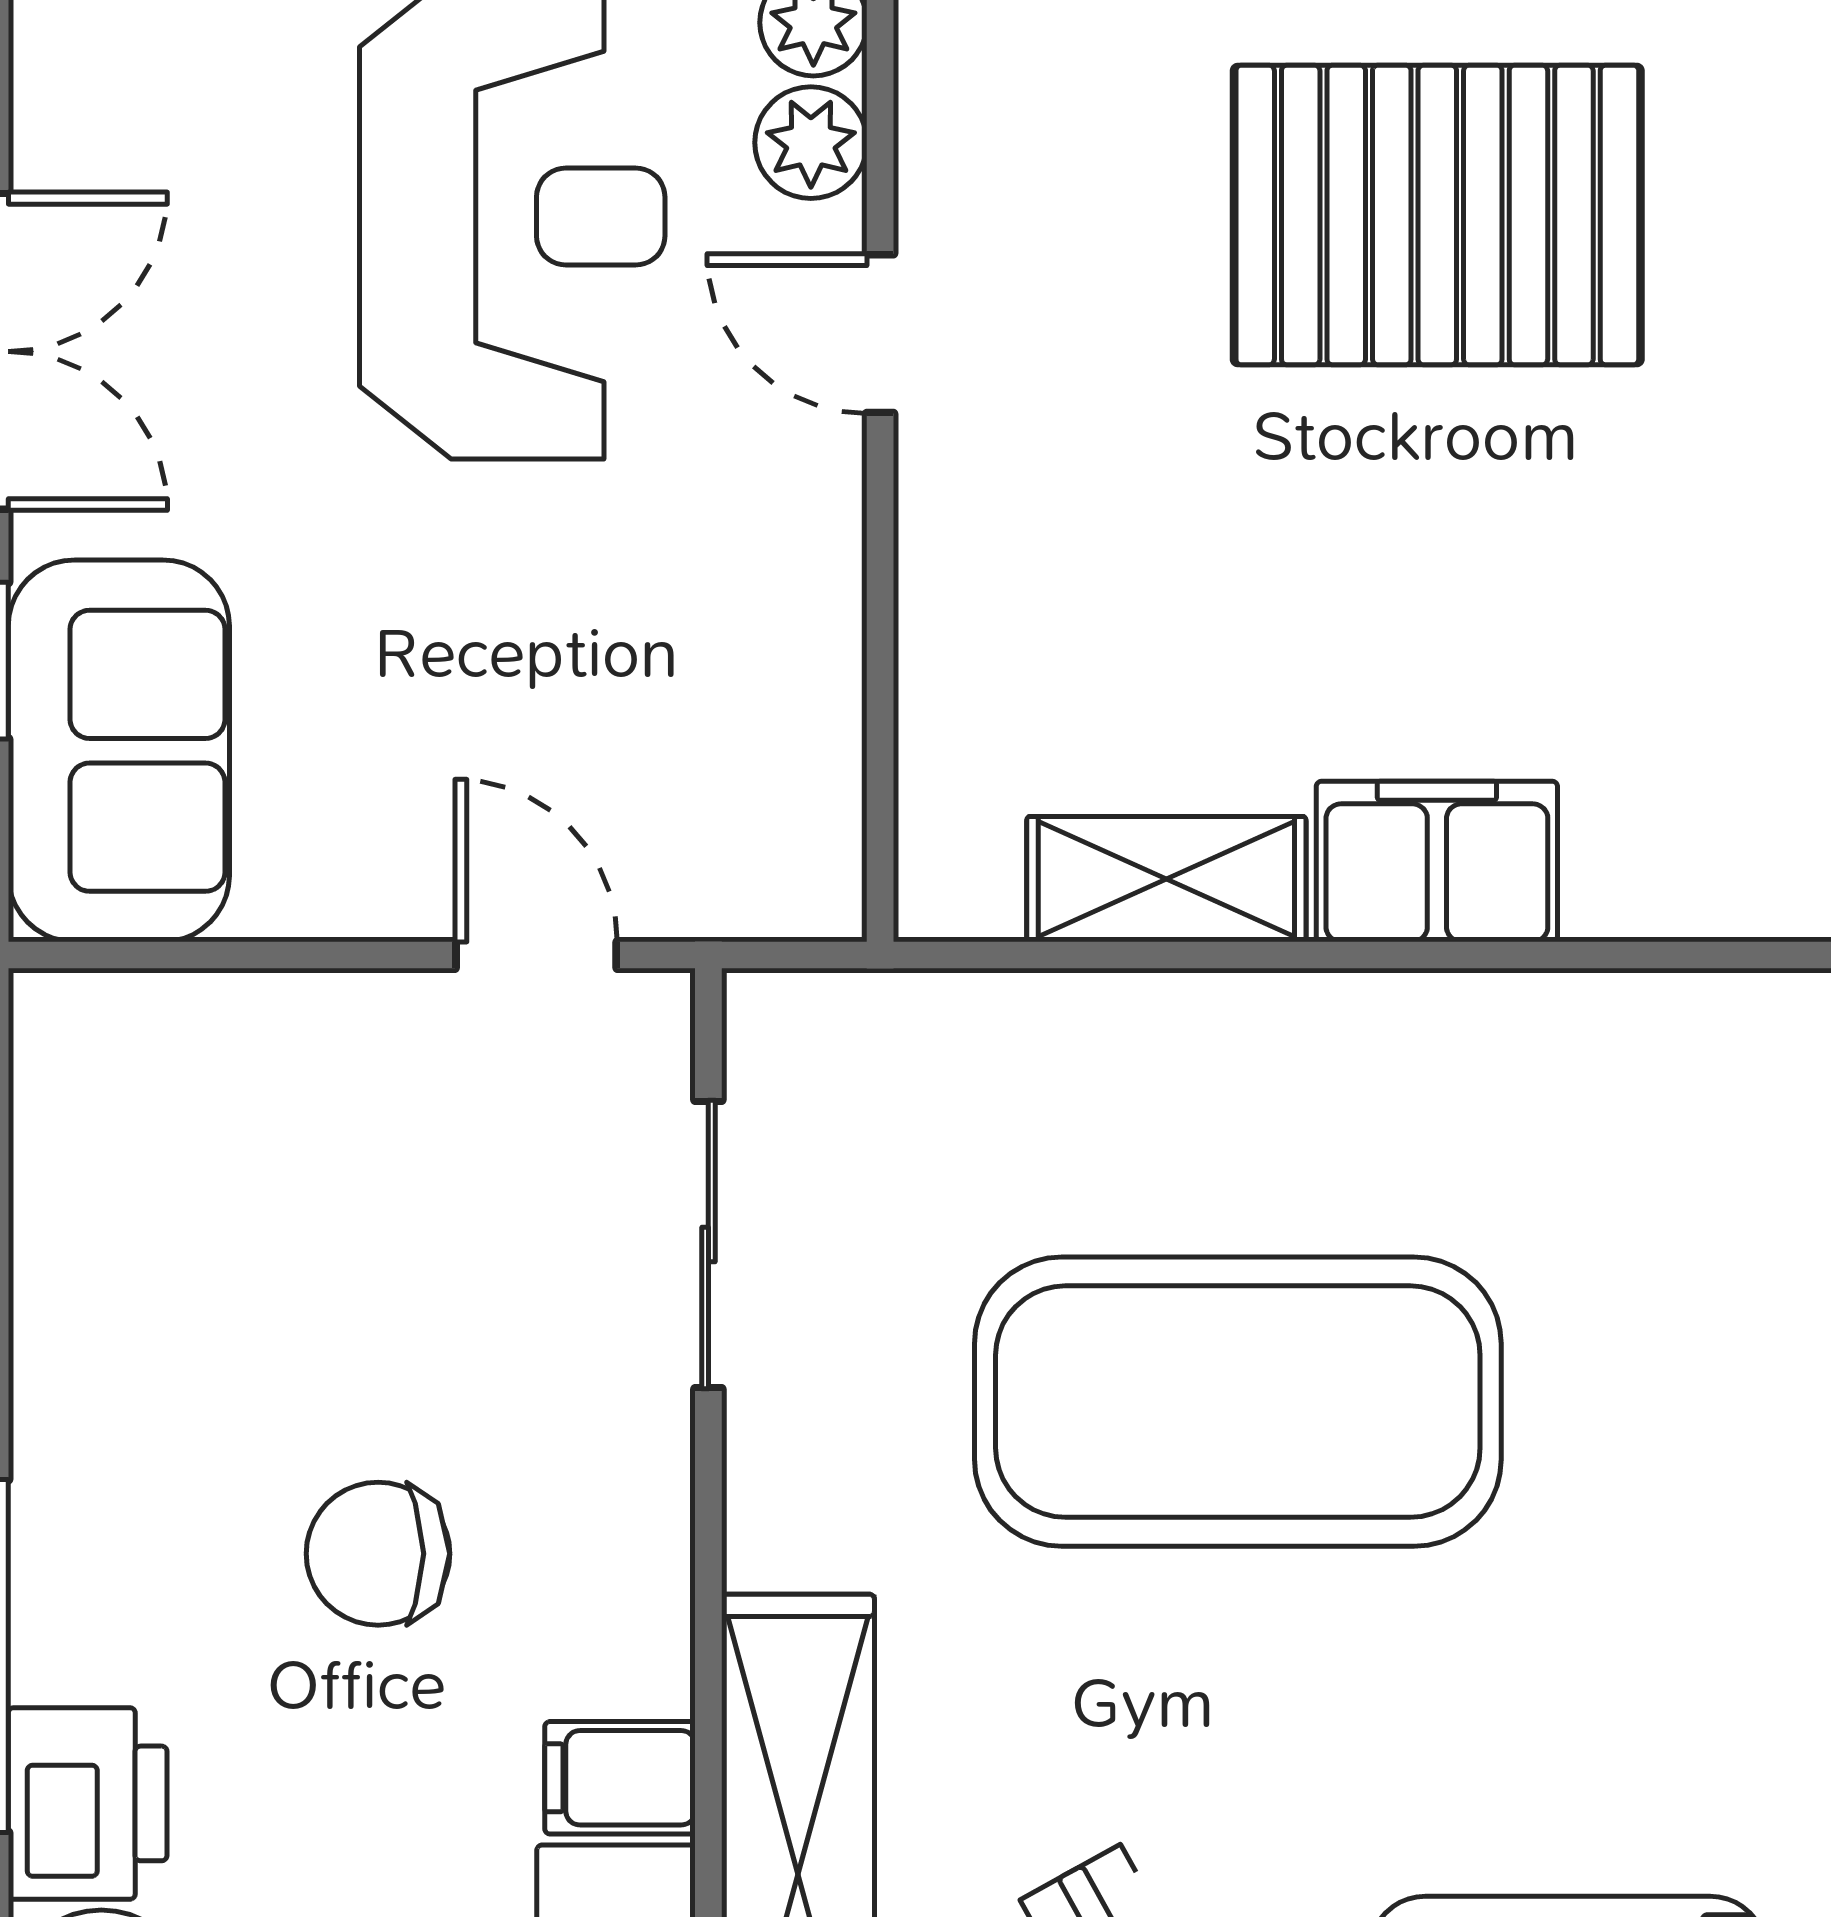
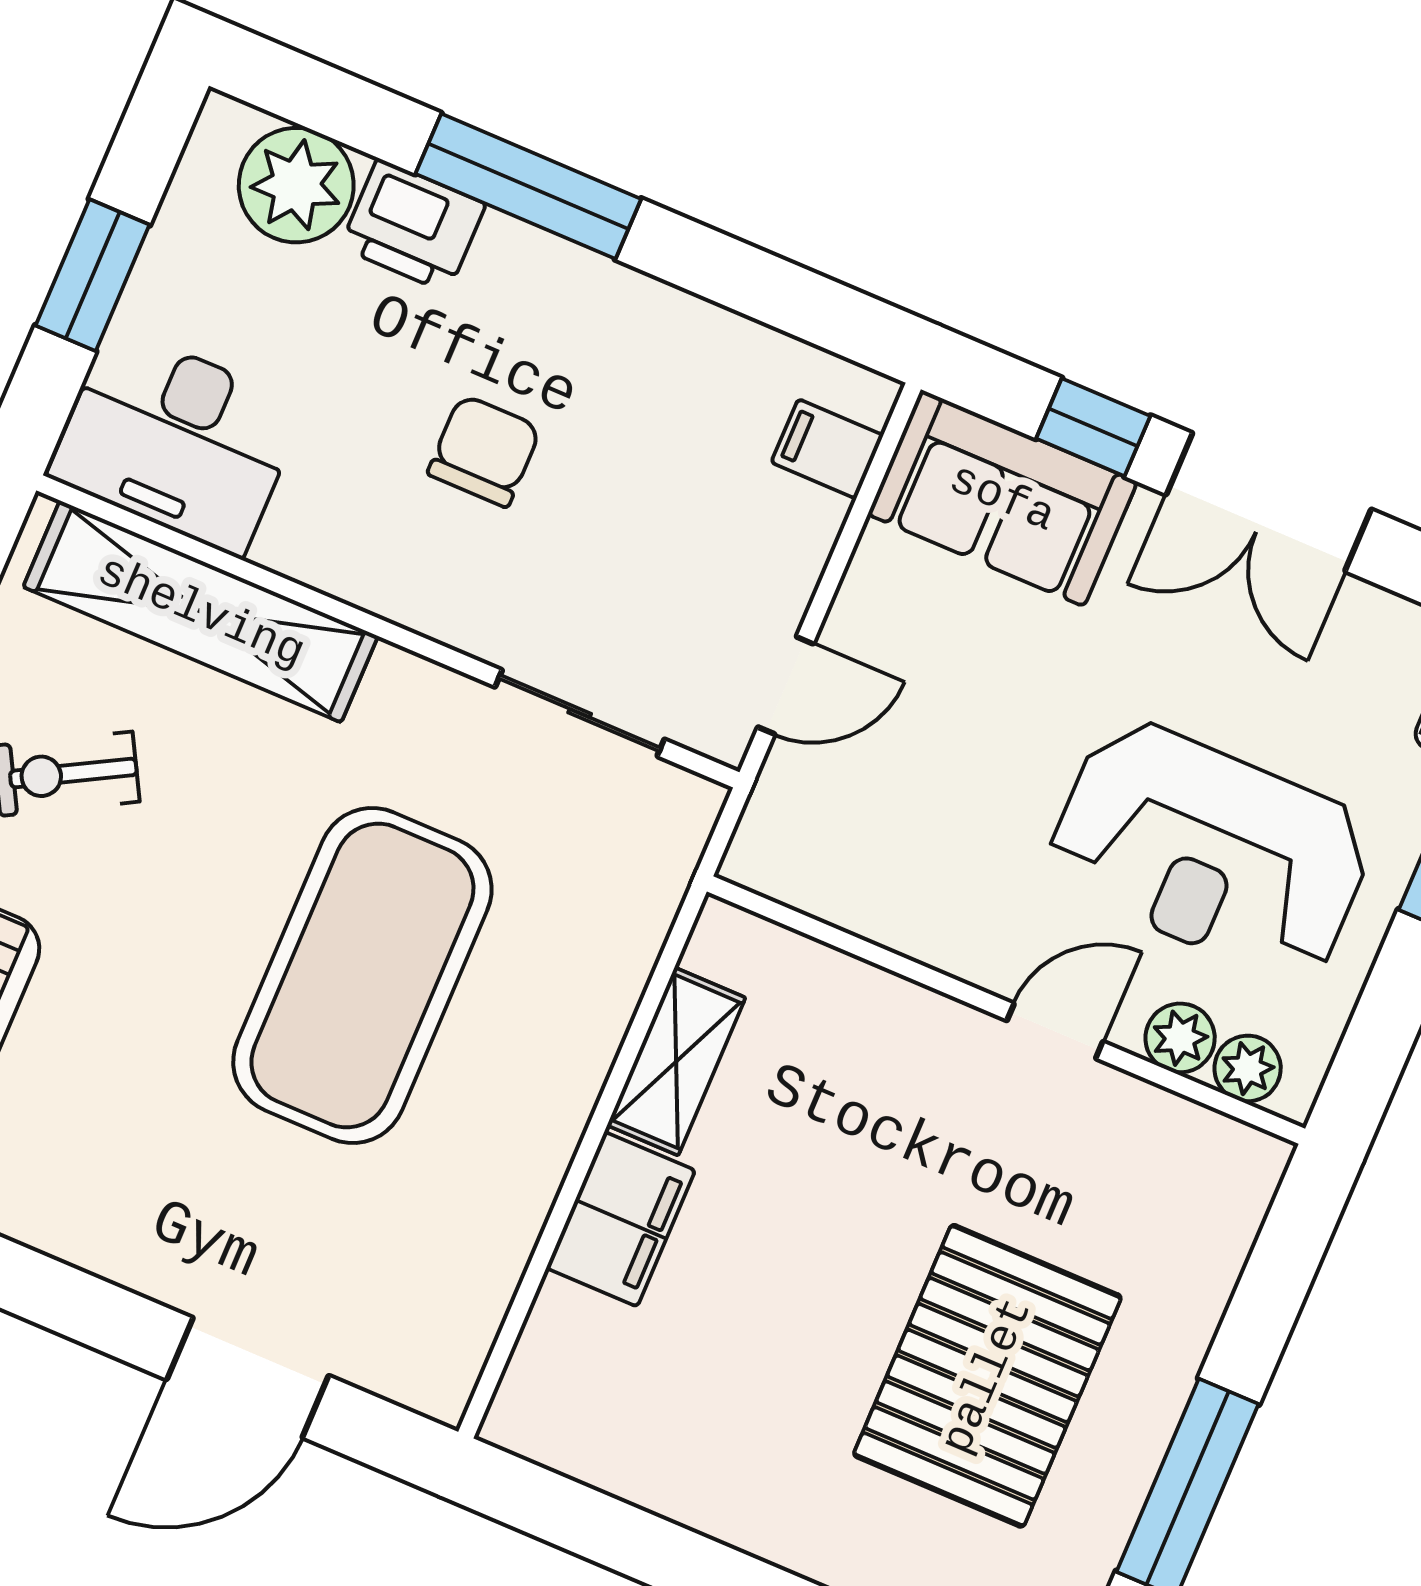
filing cabinet: (620, 1778) -> (827, 449), moved, turned -90

